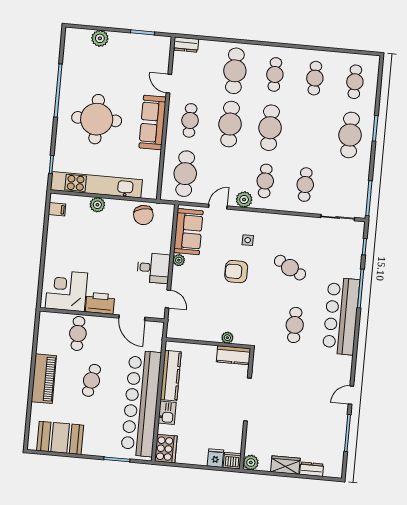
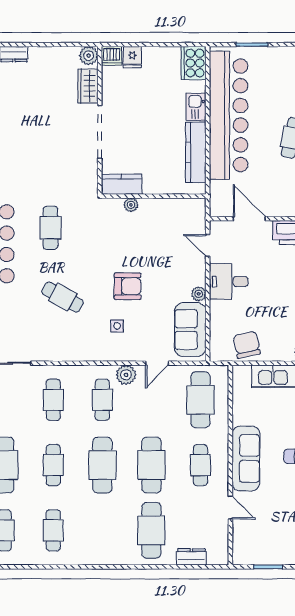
dresser: (186, 45) -> (191, 557), moved
cafe table: (275, 74) -> (53, 465), moved
wardrobe: (285, 465) -> (88, 86), moved, turned 90

